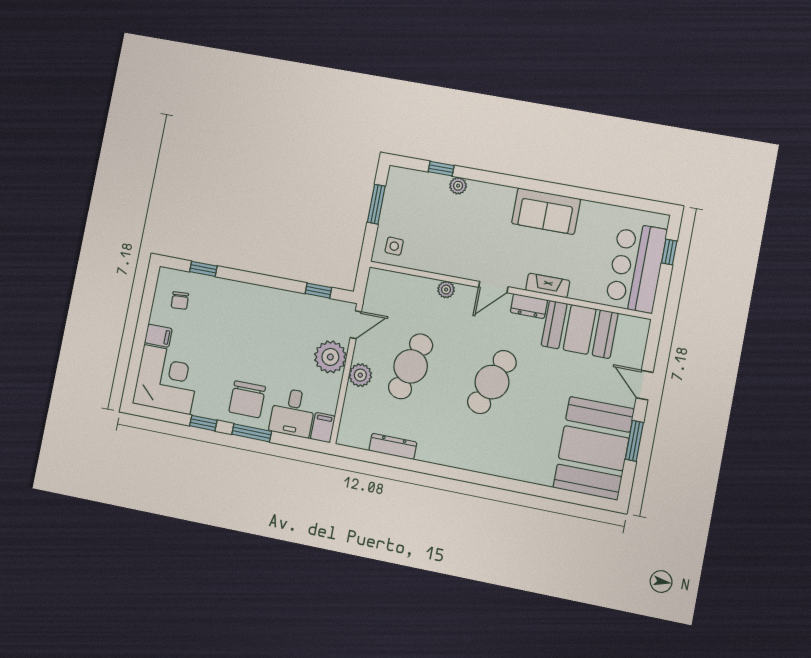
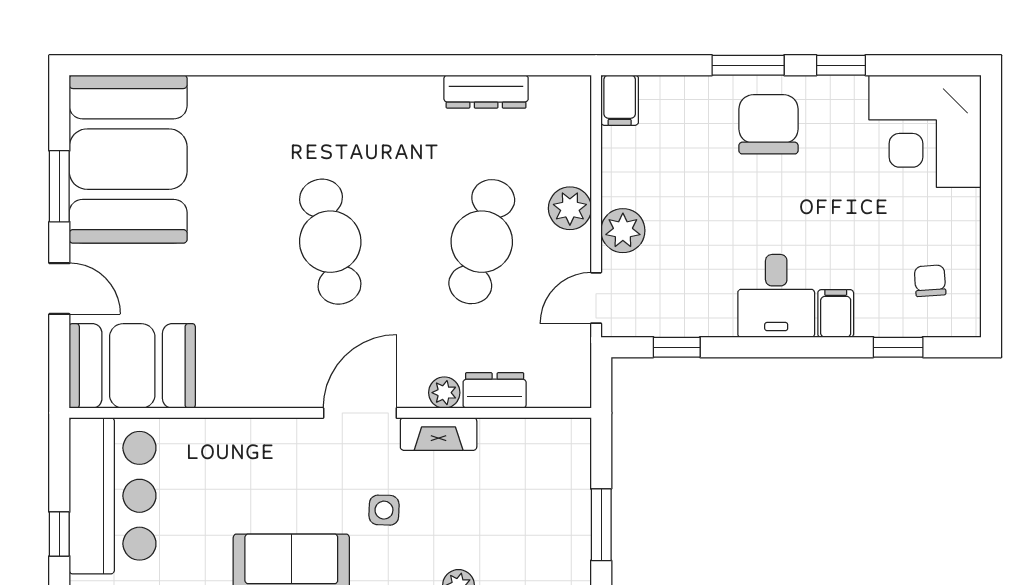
side table: (394, 246) -> (384, 510), moved
fireplace: (548, 285) -> (439, 434), moved
door: (493, 287) -> (360, 413), width x1.38
dresser: (529, 306) -> (495, 390), moved
booth: (580, 329) -> (132, 366), moved
filing cabinet: (158, 336) -> (836, 313), moved, turned 90
plant: (330, 357) -> (623, 231), width x0.73, depth x0.73
cafe table: (492, 382) -> (330, 242), turned -33
desk: (293, 413) -> (776, 296), moved, turned 180

